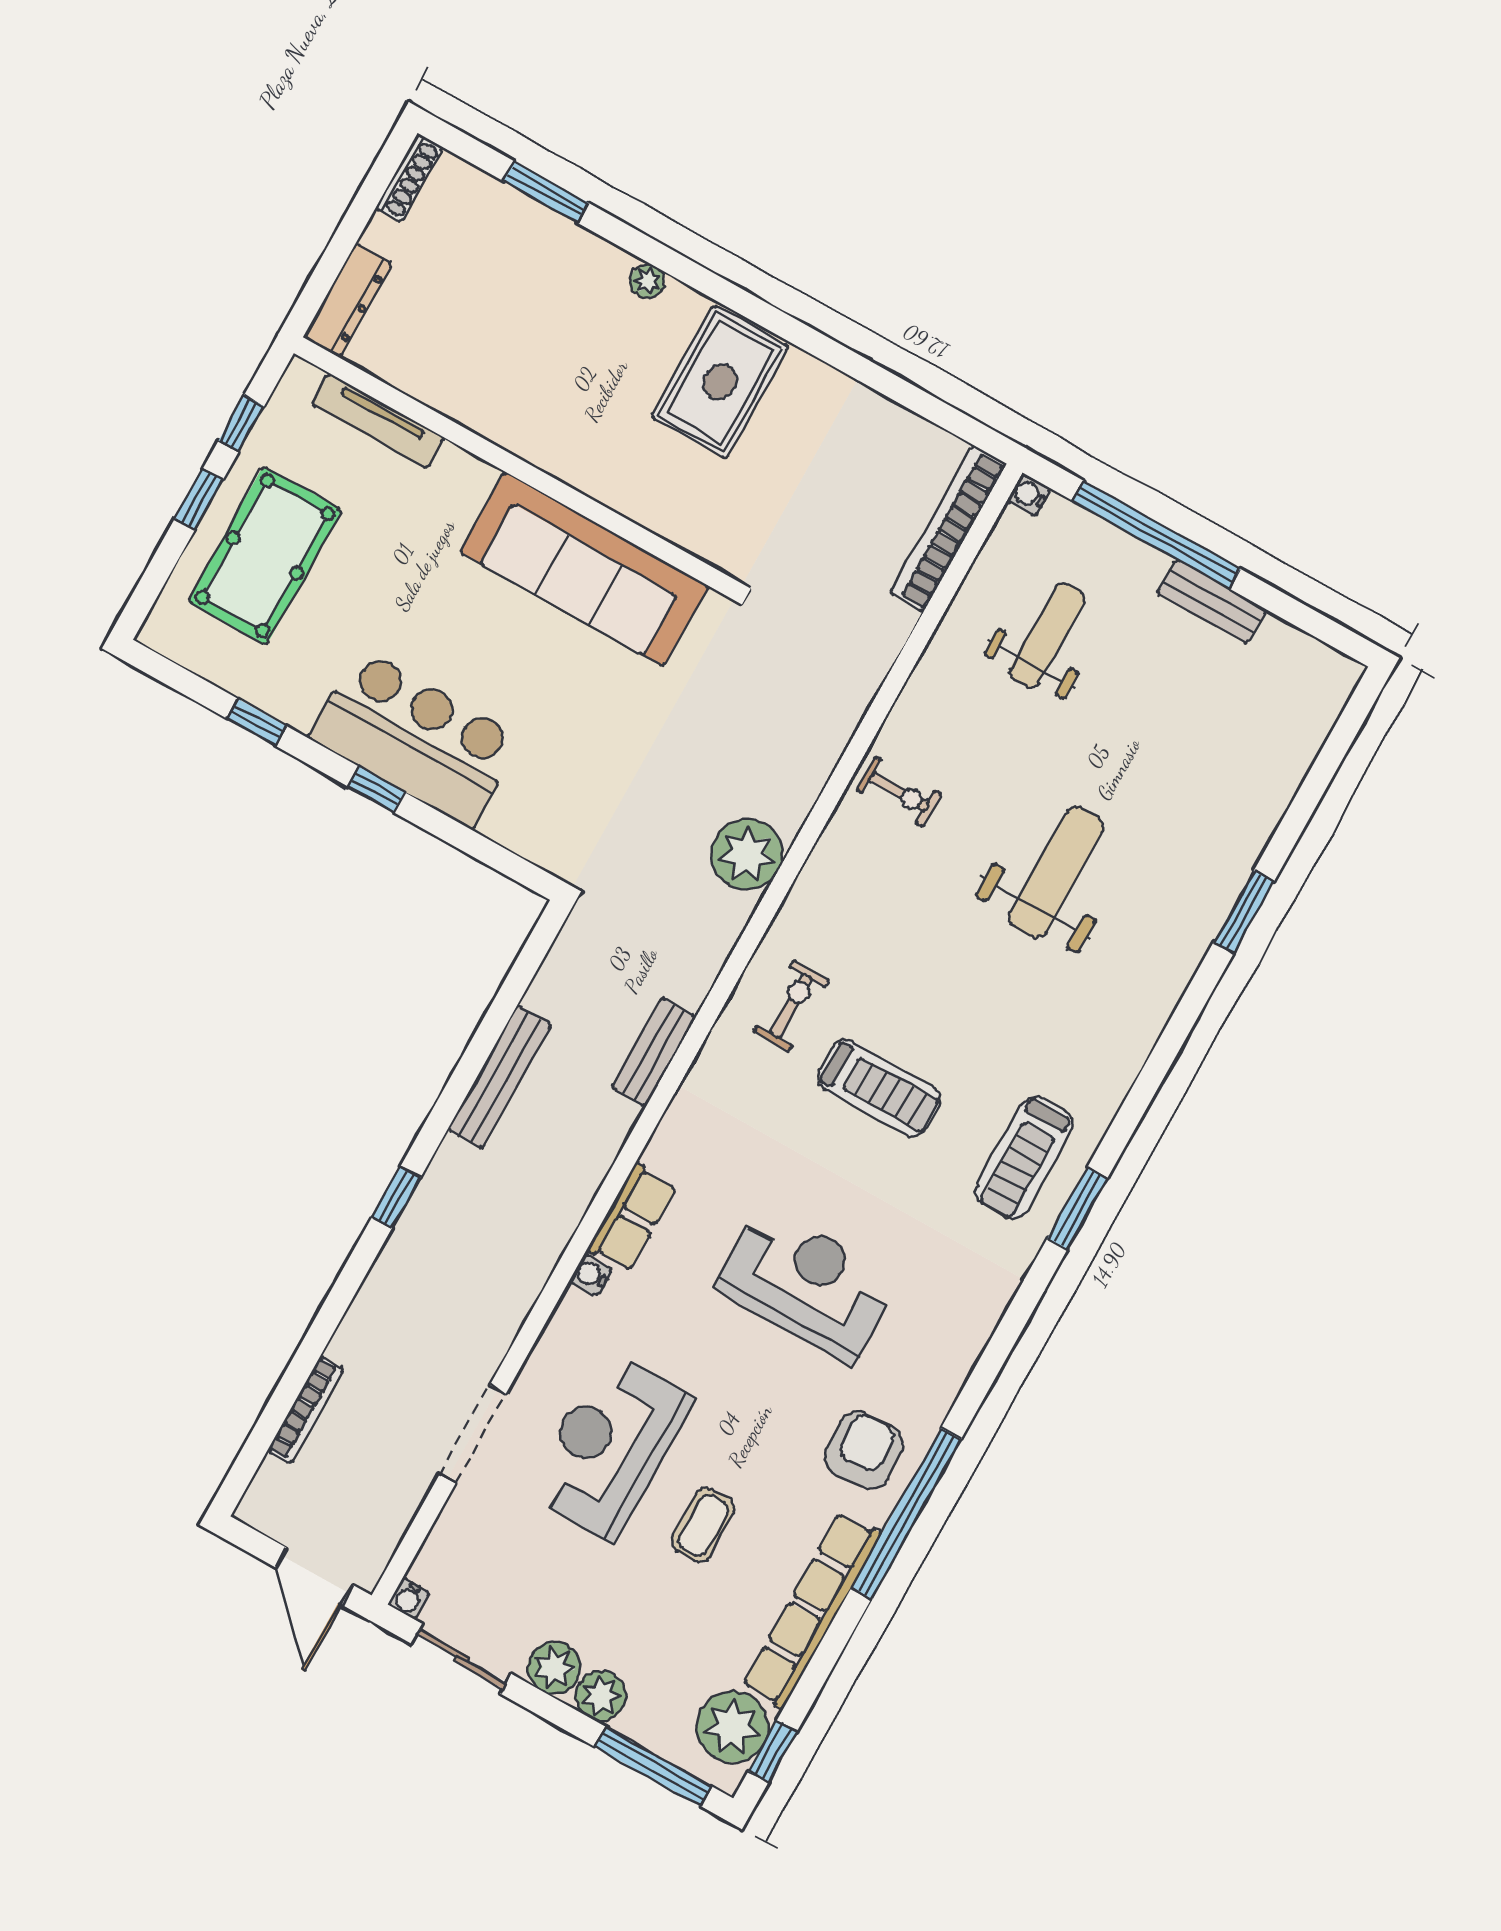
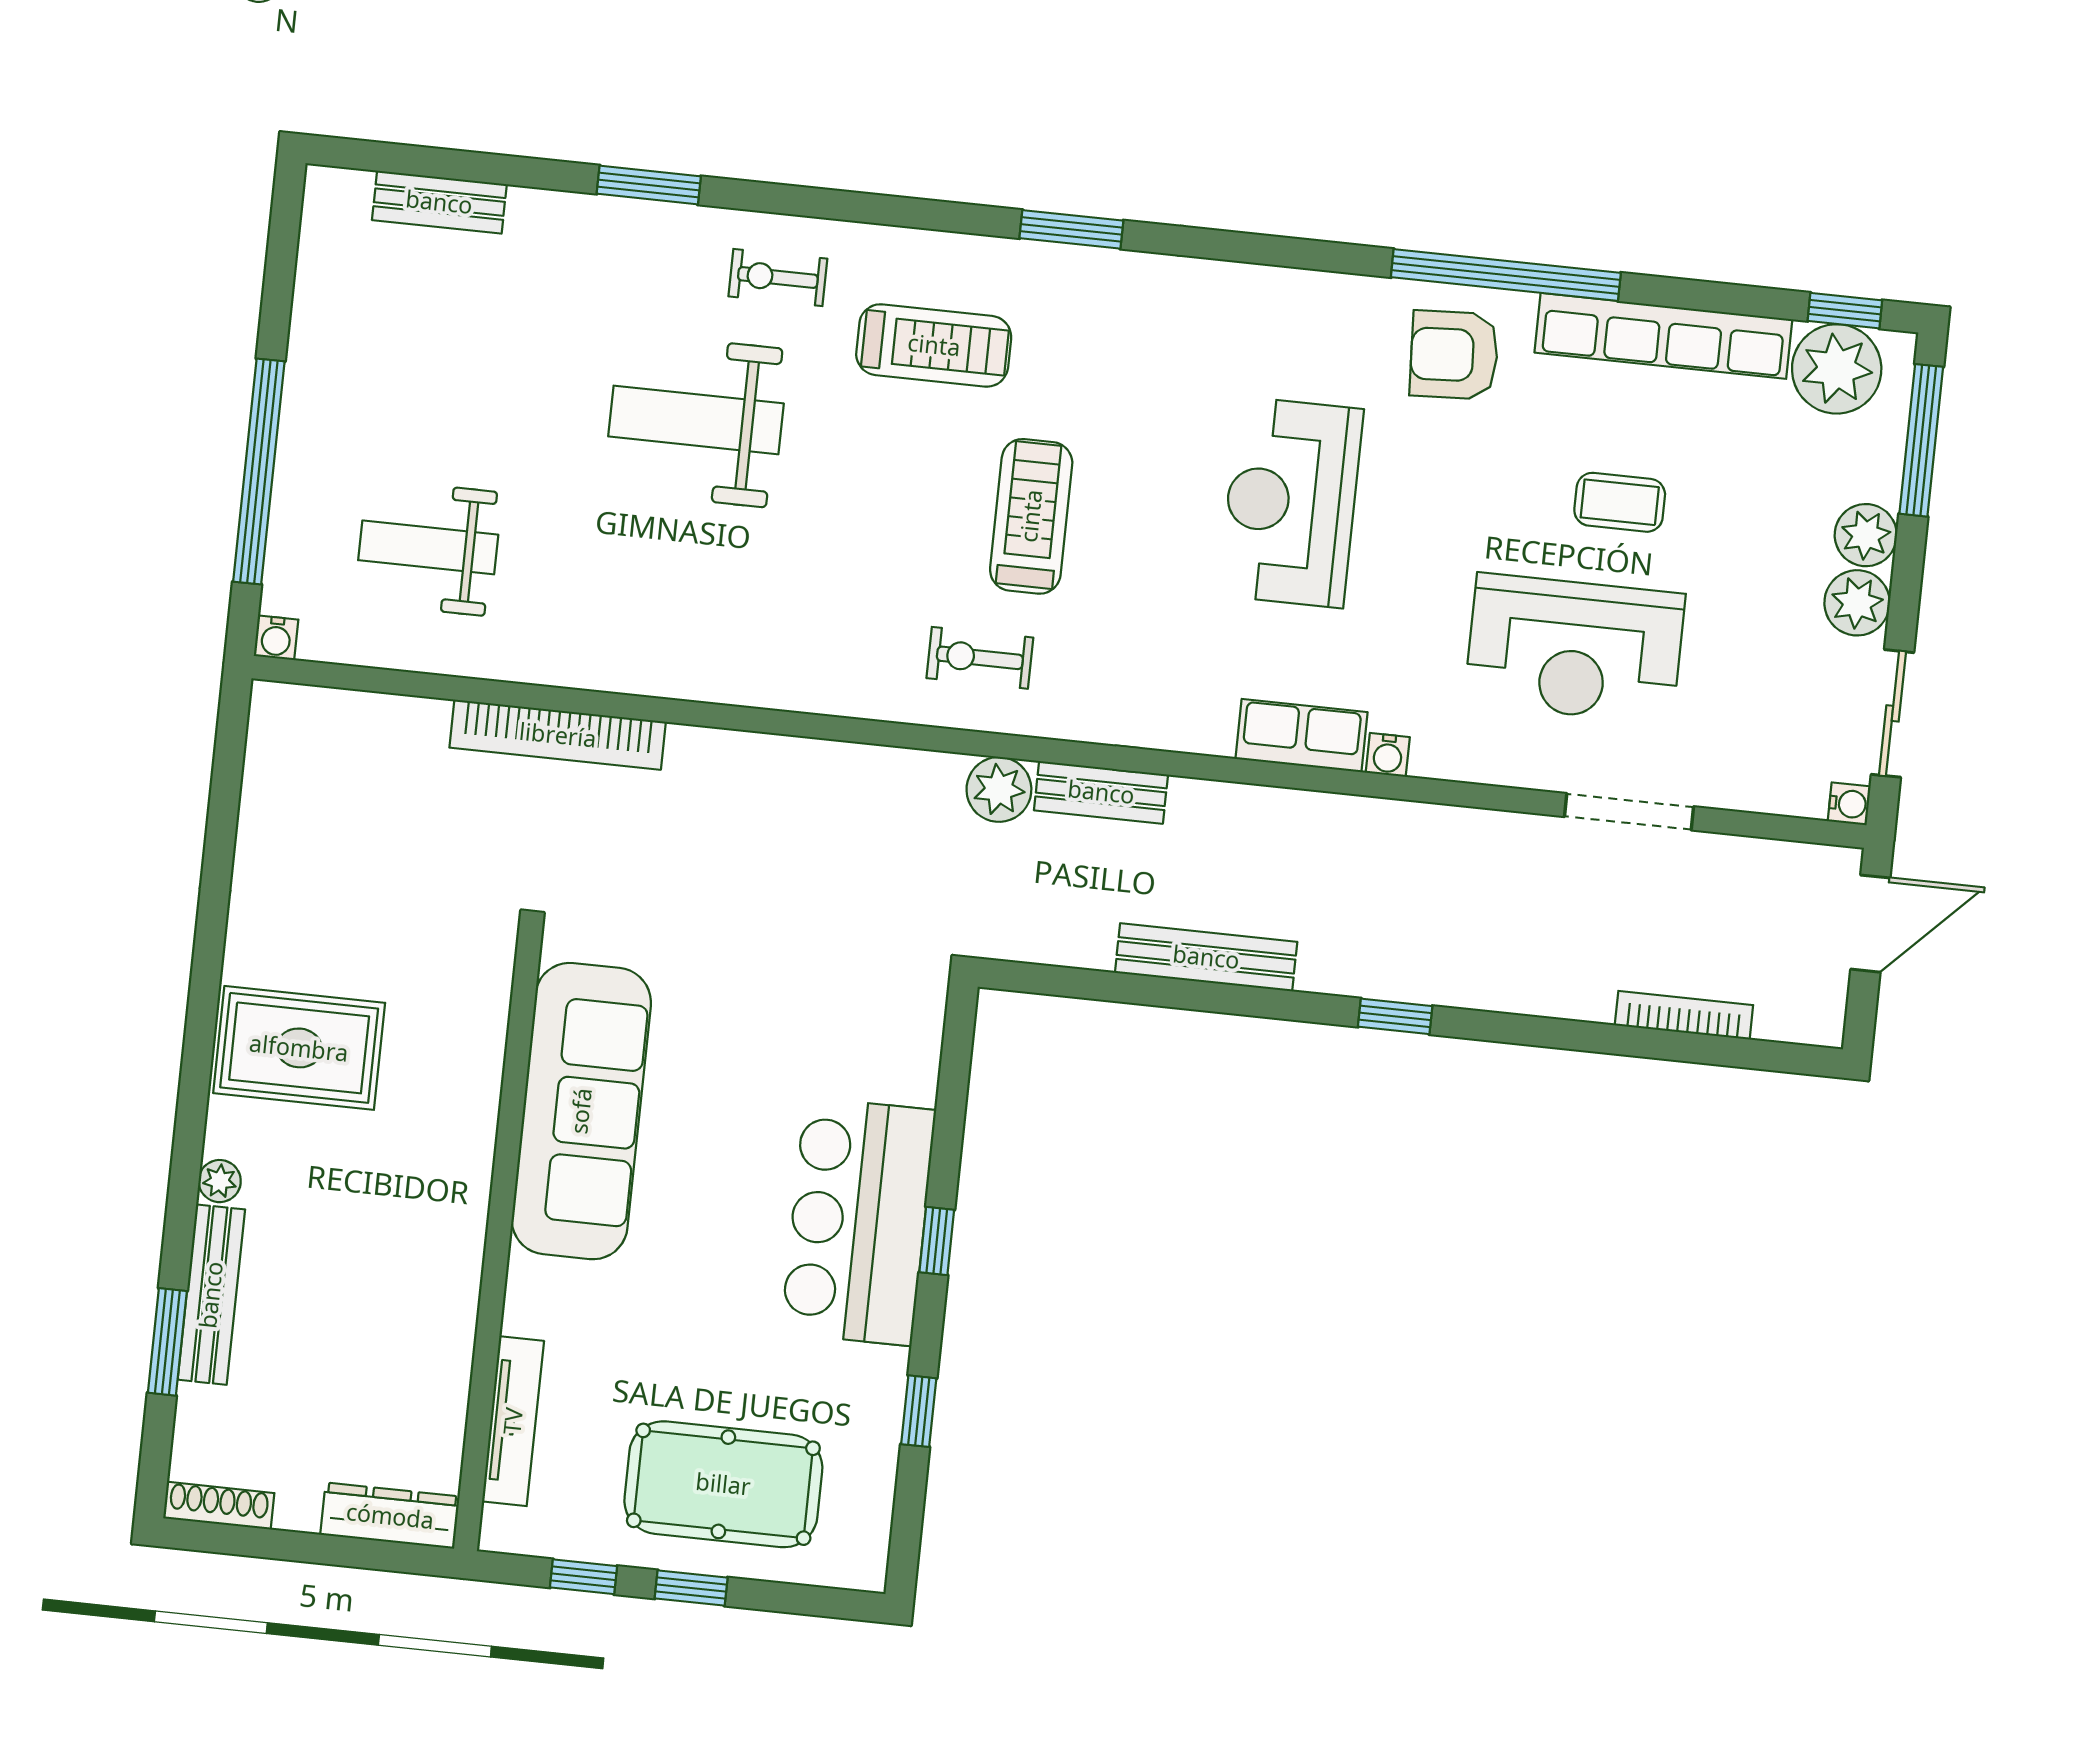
bench: (567, 239) -> (211, 1295), added
bookcase: (948, 528) -> (558, 735), moved
bench: (1212, 601) -> (439, 202), moved, turned 90
exercise bike: (899, 792) -> (778, 278), moved, turned -90
plant: (747, 854) -> (999, 789), moved, width x0.73, depth x0.73
treadmill: (1024, 1158) -> (934, 345), moved

